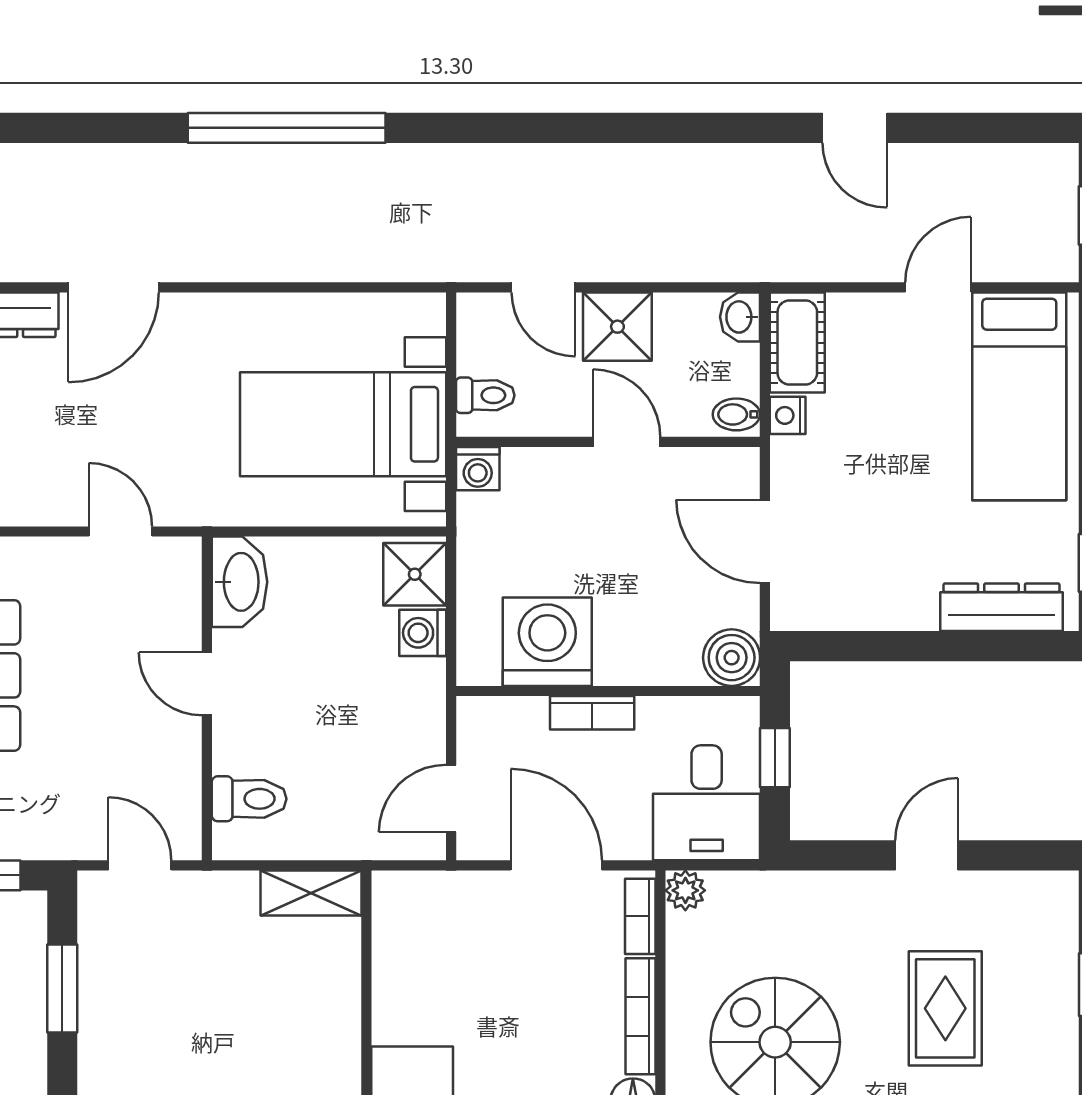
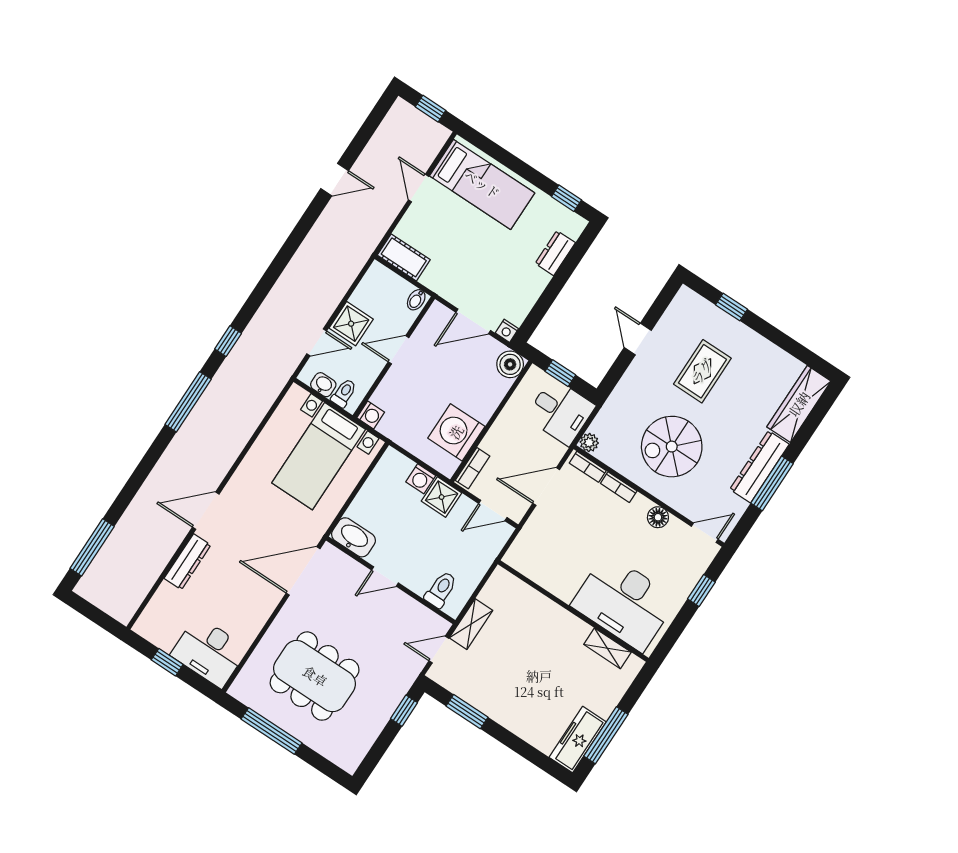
window: (287, 128) -> (188, 402), width x0.68
window: (442, 128) -> (228, 341), added
door: (114, 287) -> (206, 511), swing flipped
washbasin: (740, 317) -> (323, 385), moved, turned 180
nightstand: (788, 415) -> (507, 331), moved
door: (121, 532) -> (303, 571), width x1.87
shower: (415, 574) -> (442, 497), moved
dresser: (1001, 607) -> (555, 253), width x0.70
bookcase: (592, 713) -> (473, 468), moved
door: (451, 799) -> (493, 510), hinge flipped
shelving: (311, 893) -> (471, 624), moved
rug: (945, 1008) -> (702, 371), turned 90
bookcase: (640, 1016) -> (619, 487), width x0.64

